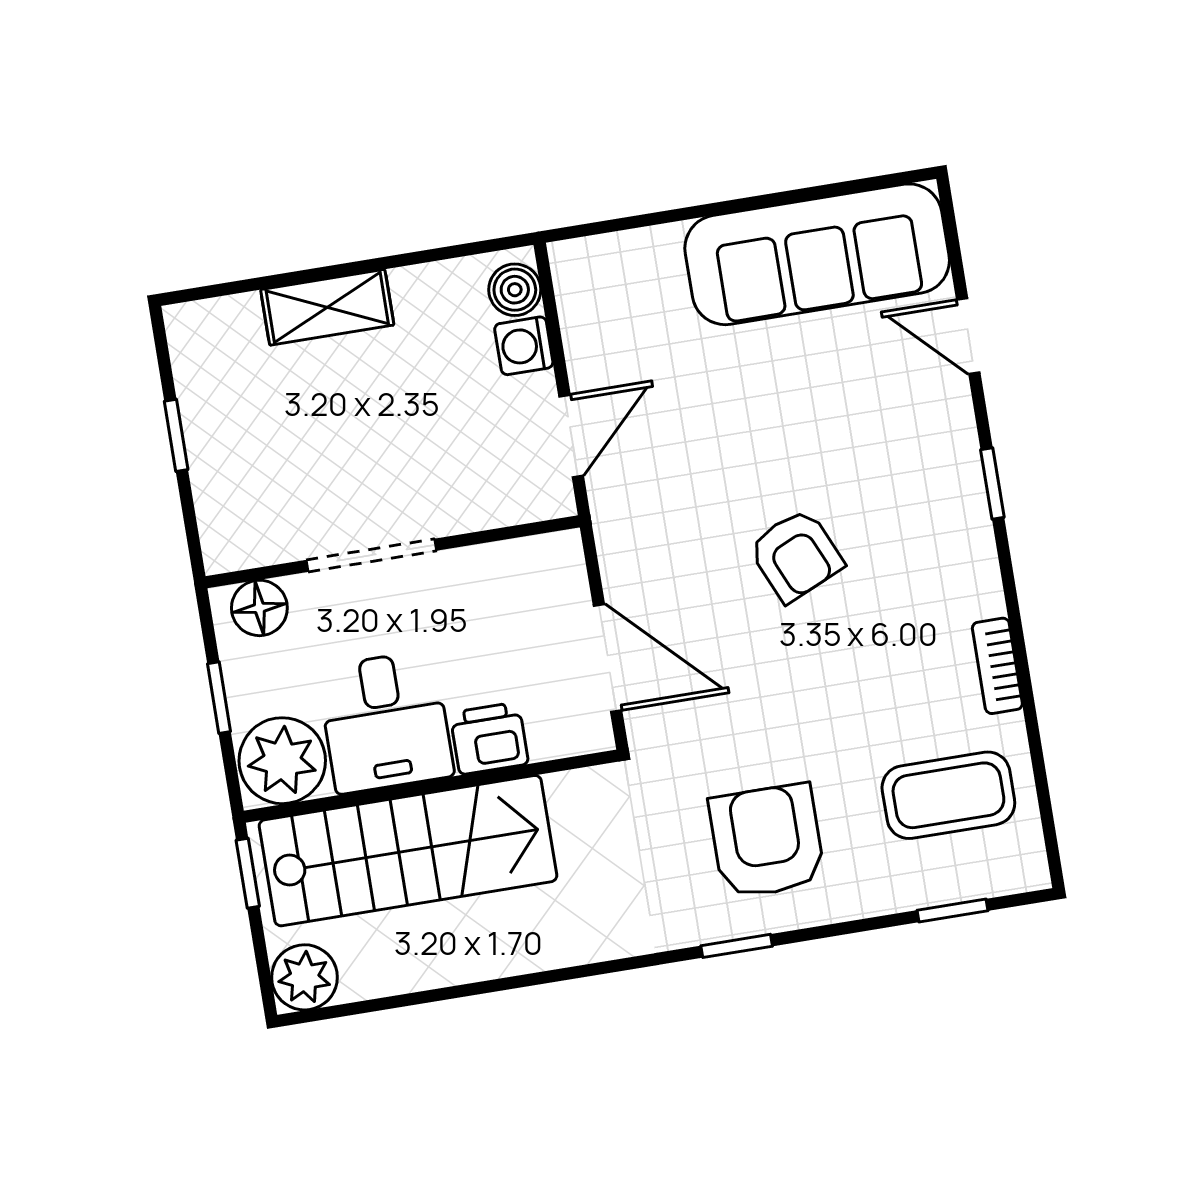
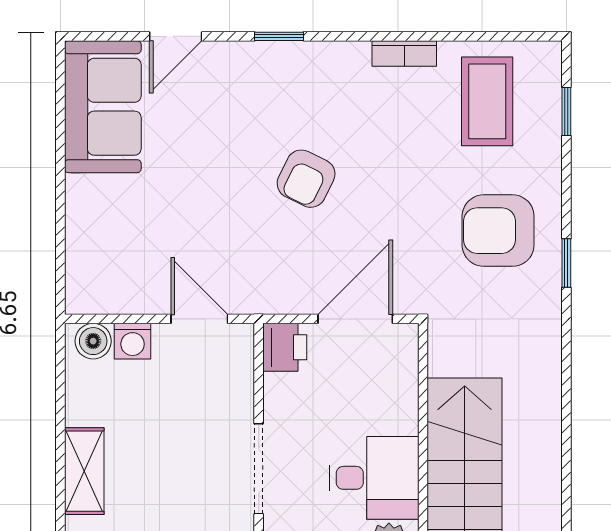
sofa: (817, 254) -> (103, 107), width x0.73
armchair: (796, 555) -> (306, 179), turned 140
printer: (489, 738) -> (285, 347), moved, turned 180

